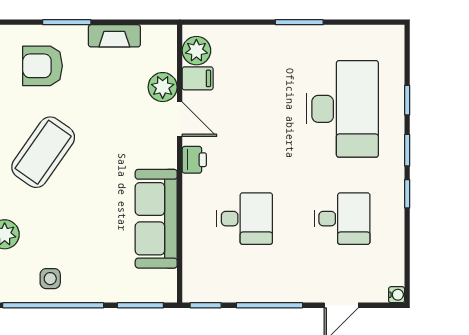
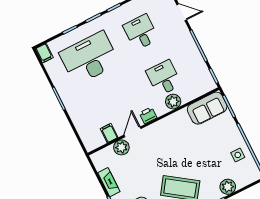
filing cabinet: (389, 36) -> (44, 53), added
plant: (196, 51) -> (173, 102), moved
sofa: (156, 219) -> (207, 108), moved, width x0.73

